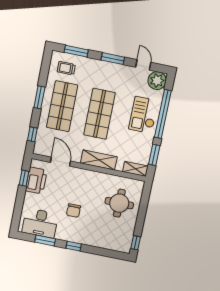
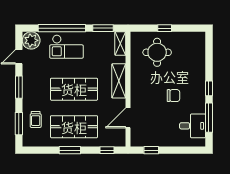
trolley: (66, 68) -> (36, 119), moved
printer: (36, 180) -> (151, 138), removed
desk: (40, 223) -> (193, 126), width x0.73
window: (45, 241) -> (209, 118), width x1.44
window: (136, 243) -> (165, 28), moved

